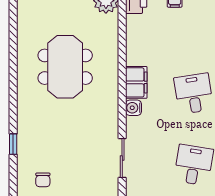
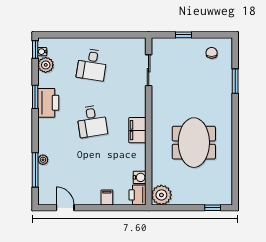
water cooler: (133, 108) -> (140, 177), moved
window: (13, 144) -> (235, 81), width x1.50

